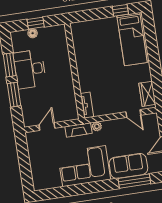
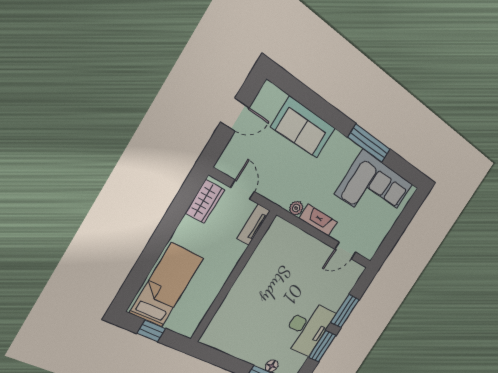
wall: (74, 71) -> (233, 277), moved
tv unit: (87, 105) -> (254, 225), moved
corner sofa: (84, 166) -> (374, 189), moved
window: (134, 181) -> (369, 143), moved

